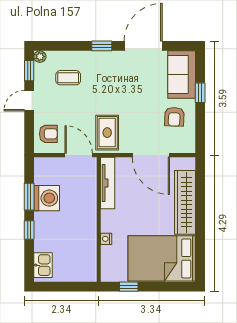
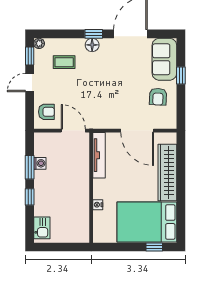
floor lamp: (100, 58) -> (92, 45), added
rug: (107, 133) -> (99, 111), removed
washing machine: (47, 198) -> (40, 163), width x0.53, depth x0.53
window: (129, 287) -> (154, 247), moved

